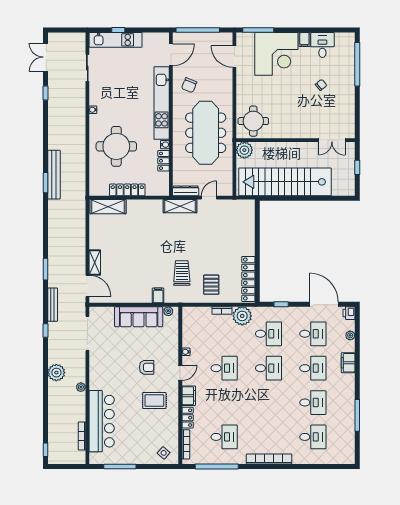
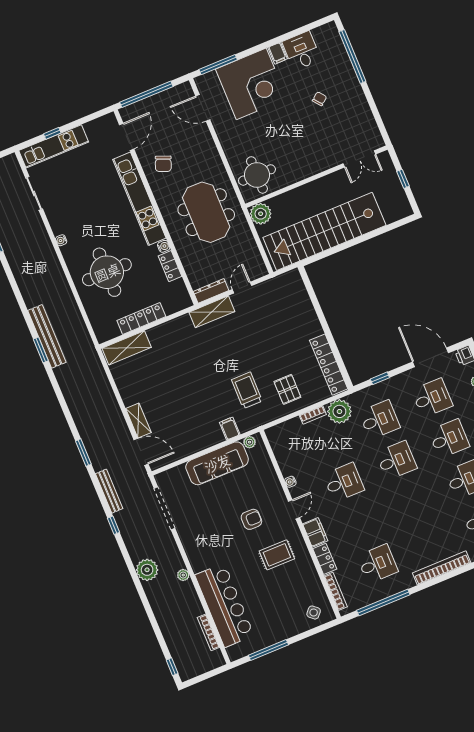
meeting table: (206, 133) -> (206, 212), width x0.73

